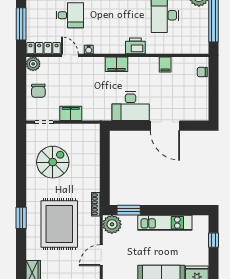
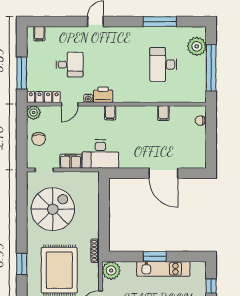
printer: (135, 46) -> (103, 95), moved
door: (70, 55) -> (70, 104), swing flipped
filing cabinet: (117, 64) -> (110, 113), width x0.50
desk: (131, 106) -> (100, 154), moved
spiral stairs: (53, 162) -> (53, 209), width x1.37, depth x1.37
window: (129, 210) -> (155, 257), moved

